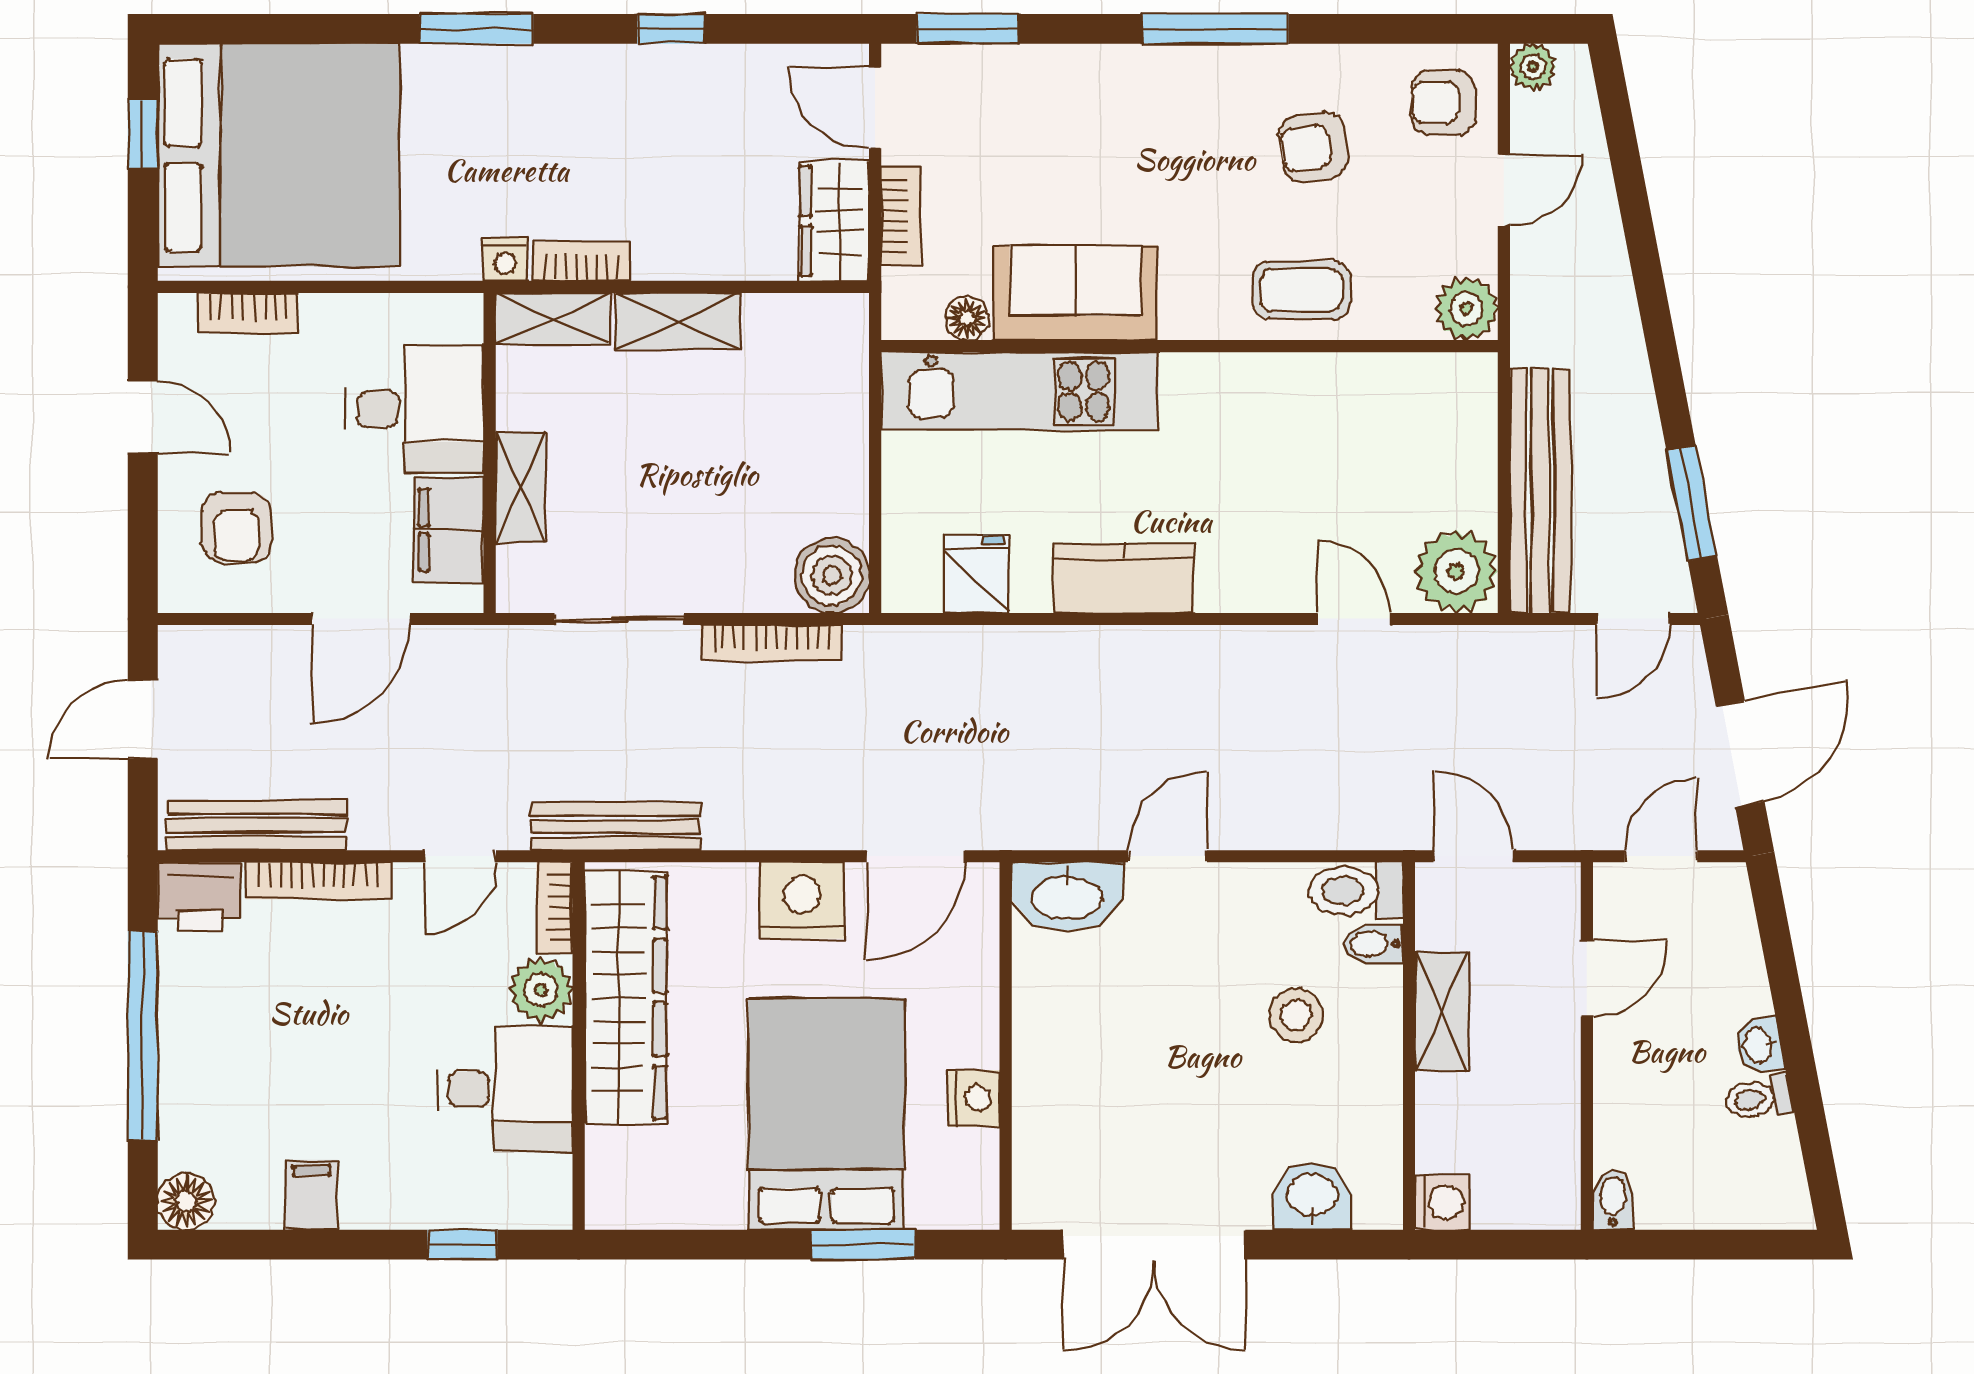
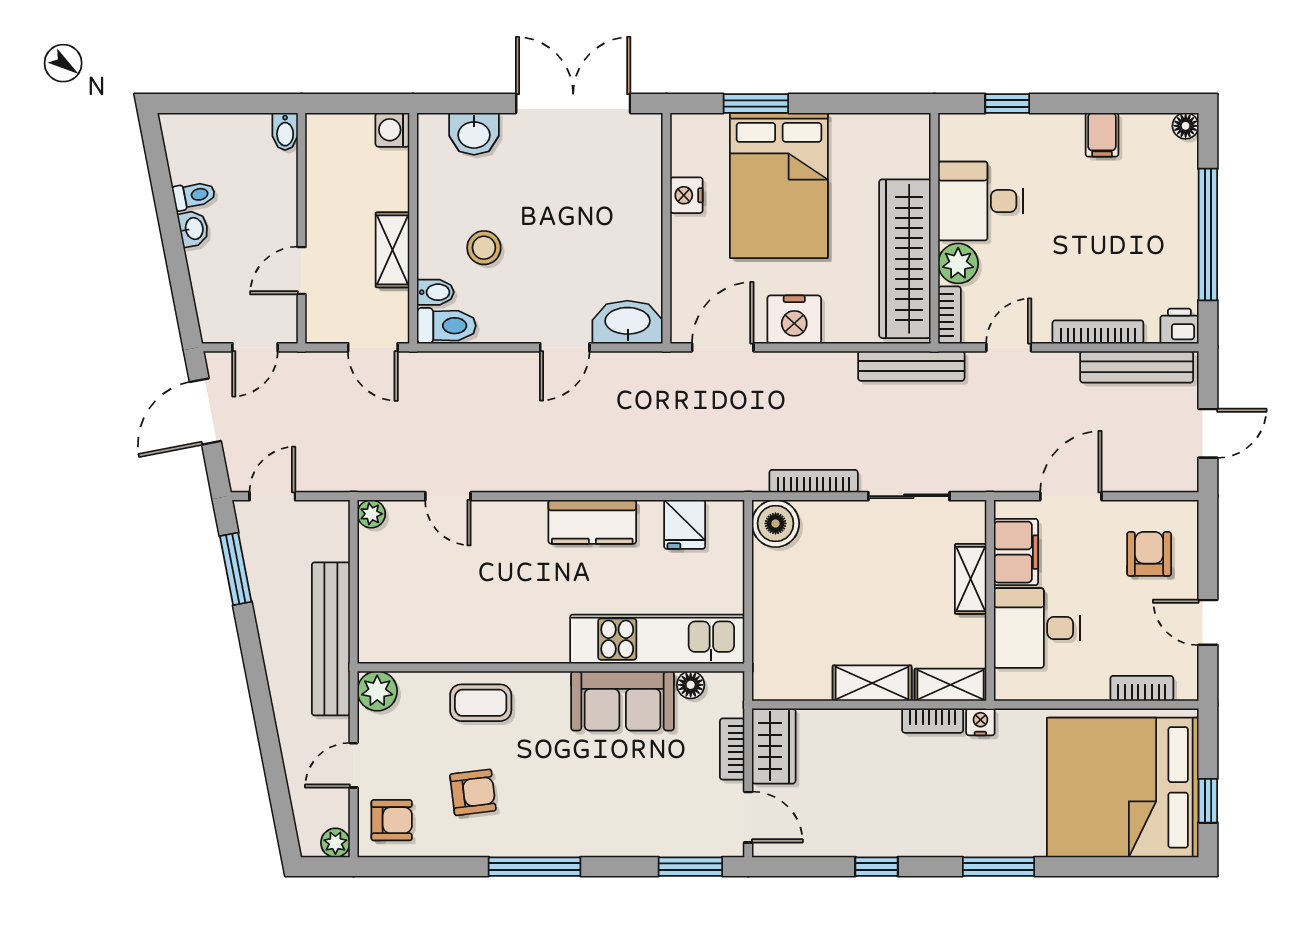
bench: (1540, 491) -> (331, 639), moved
plant: (1456, 571) -> (371, 514), width x0.53, depth x0.53
printer: (199, 897) -> (1179, 326), width x0.73, depth x0.81
floor lamp: (186, 1201) -> (1186, 126), width x0.73, depth x0.73

